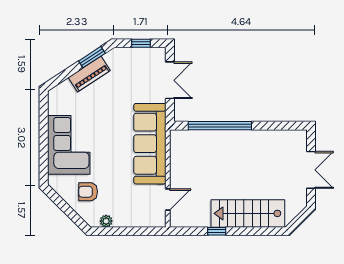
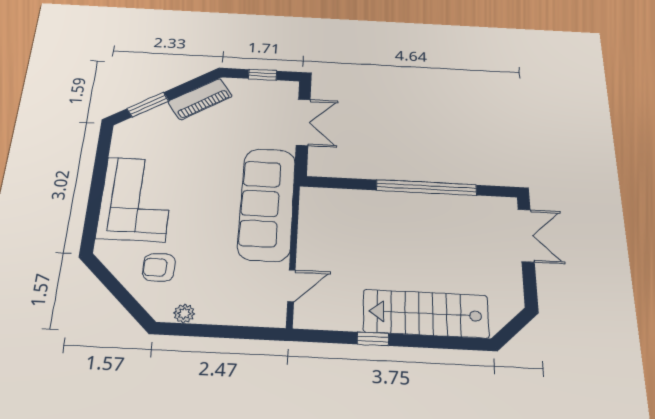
window: (92, 57) -> (148, 105), moved
piano: (89, 74) -> (200, 99), moved
window: (220, 126) -> (426, 188), moved
double door: (311, 170) -> (526, 235), moved

